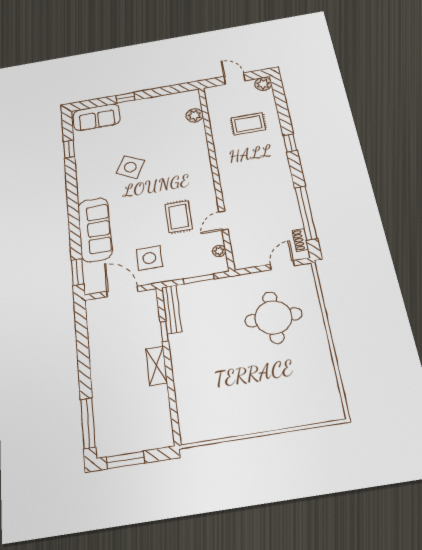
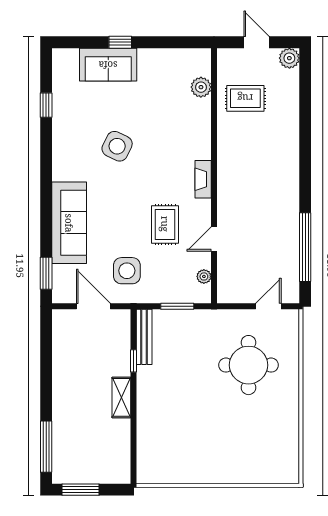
sofa: (97, 117) -> (108, 65), moved
rug: (248, 124) -> (245, 98), moved
window: (290, 143) -> (305, 151), removed
fireplace: (207, 178) -> (203, 179), added
shoe rack: (300, 240) -> (293, 280), removed

